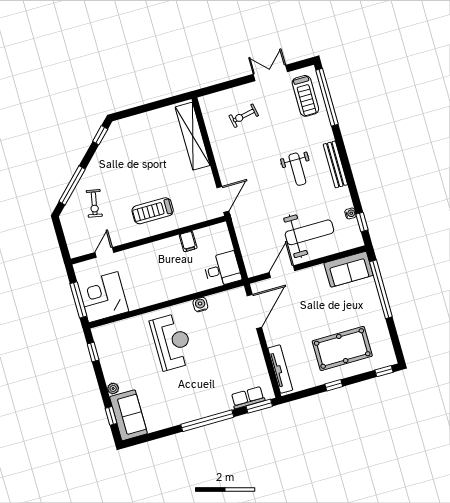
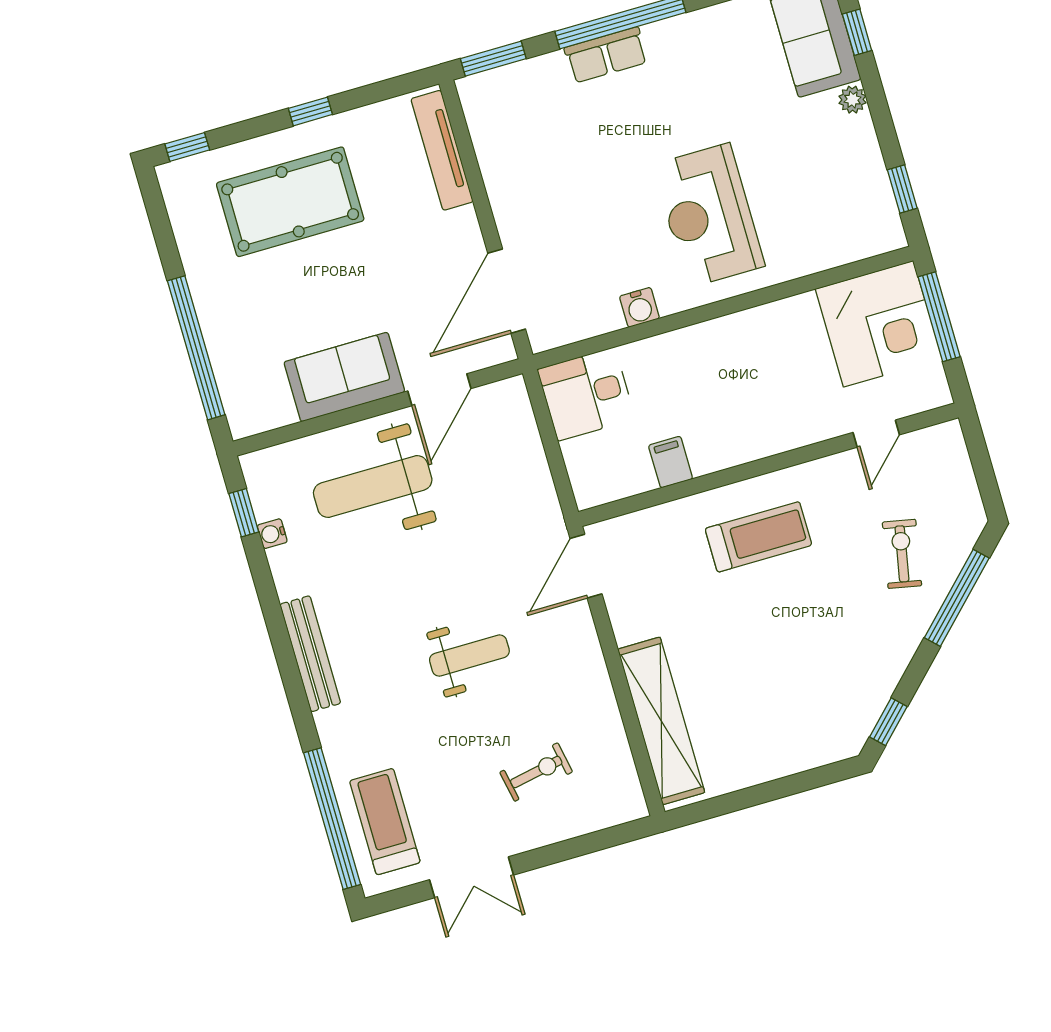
weight bench: (297, 169) -> (469, 655), moved, turned 90
sofa: (348, 269) -> (344, 377), moved
row of seats: (248, 398) -> (606, 55), moved

